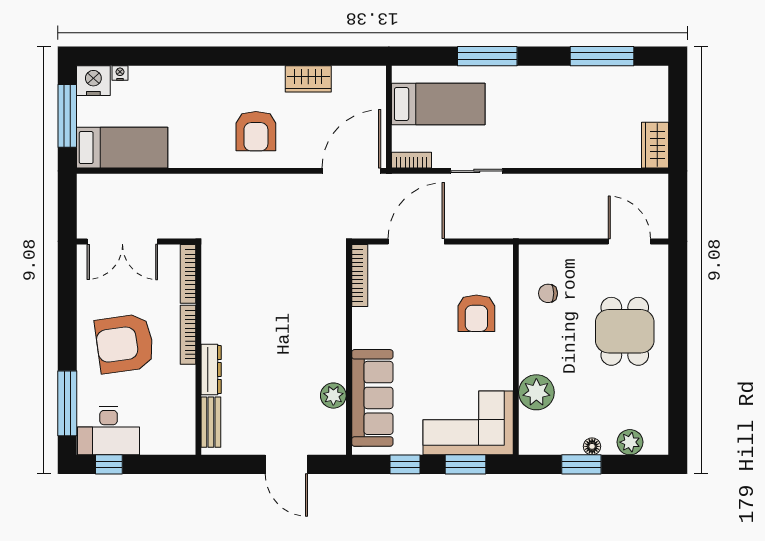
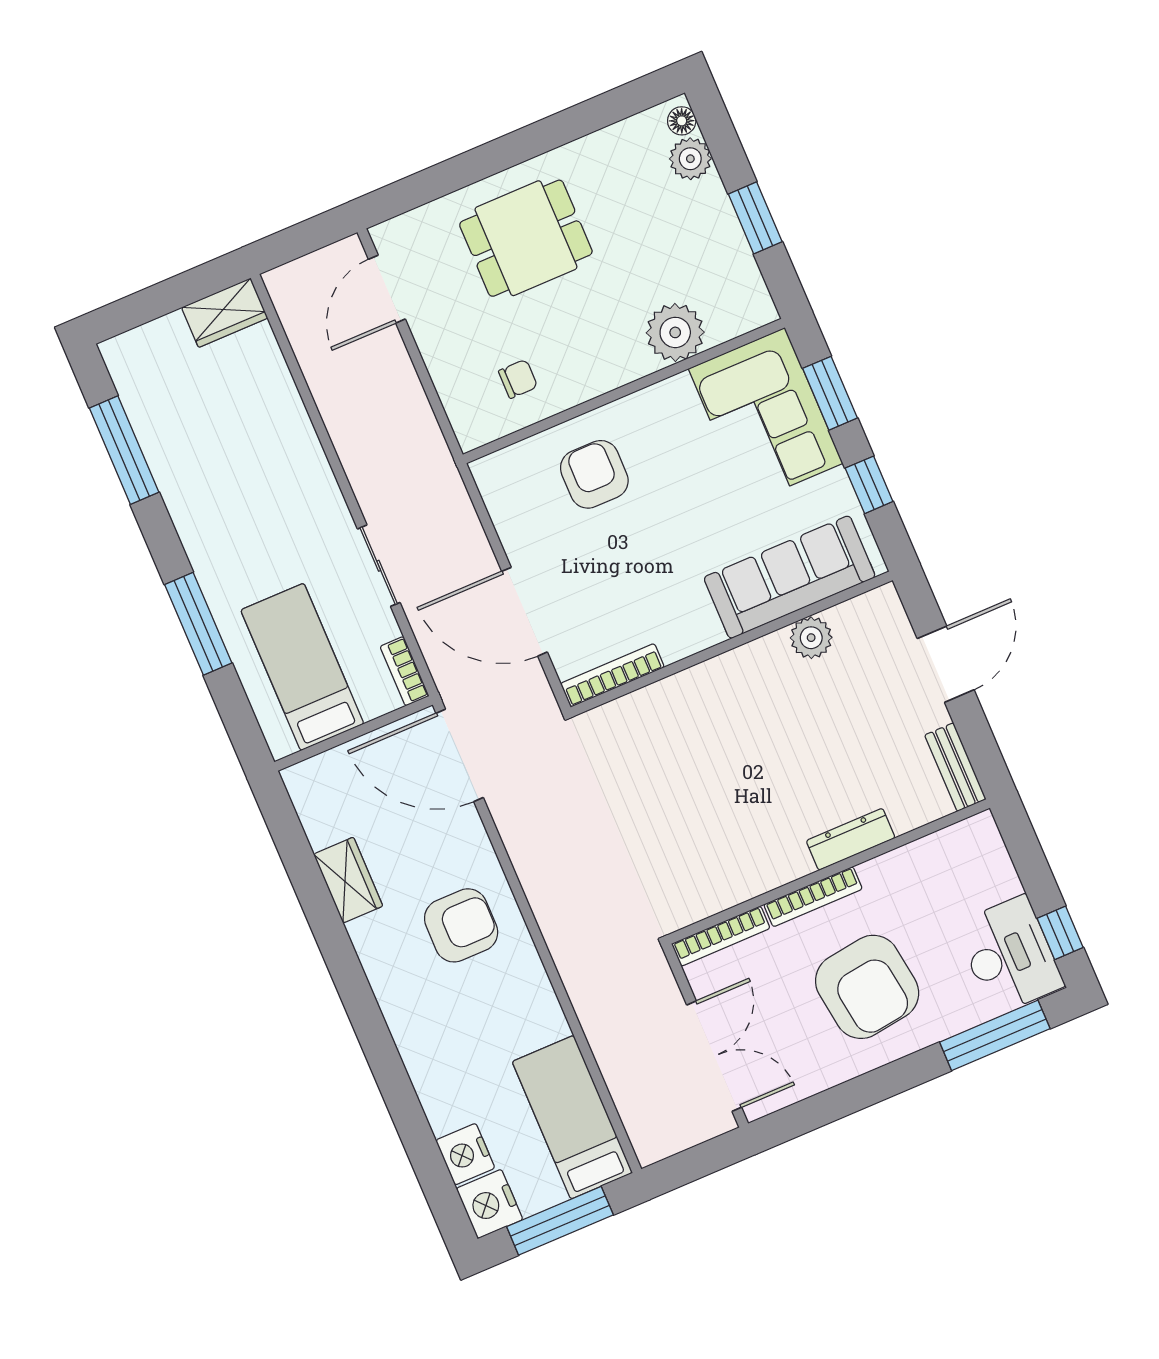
nightstand: (120, 73) -> (465, 1154), width x1.89, depth x1.79
chair: (548, 293) -> (518, 379), turned -90
armchair: (476, 313) -> (594, 474), turned -90
bench: (211, 422) -> (955, 767), moved, turned 90
floor lamp: (592, 446) -> (682, 121), moved

